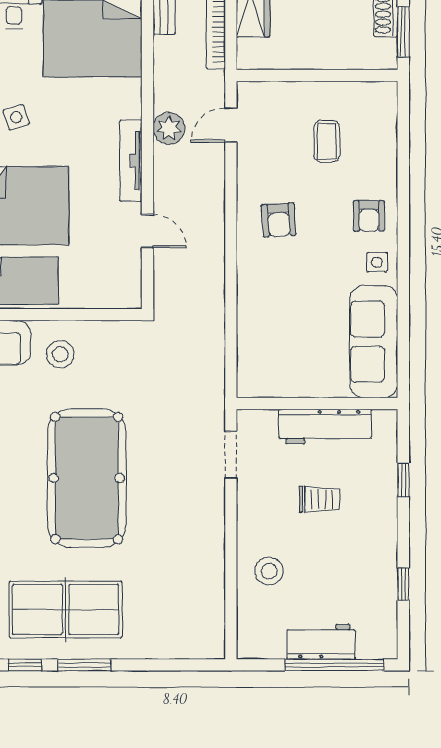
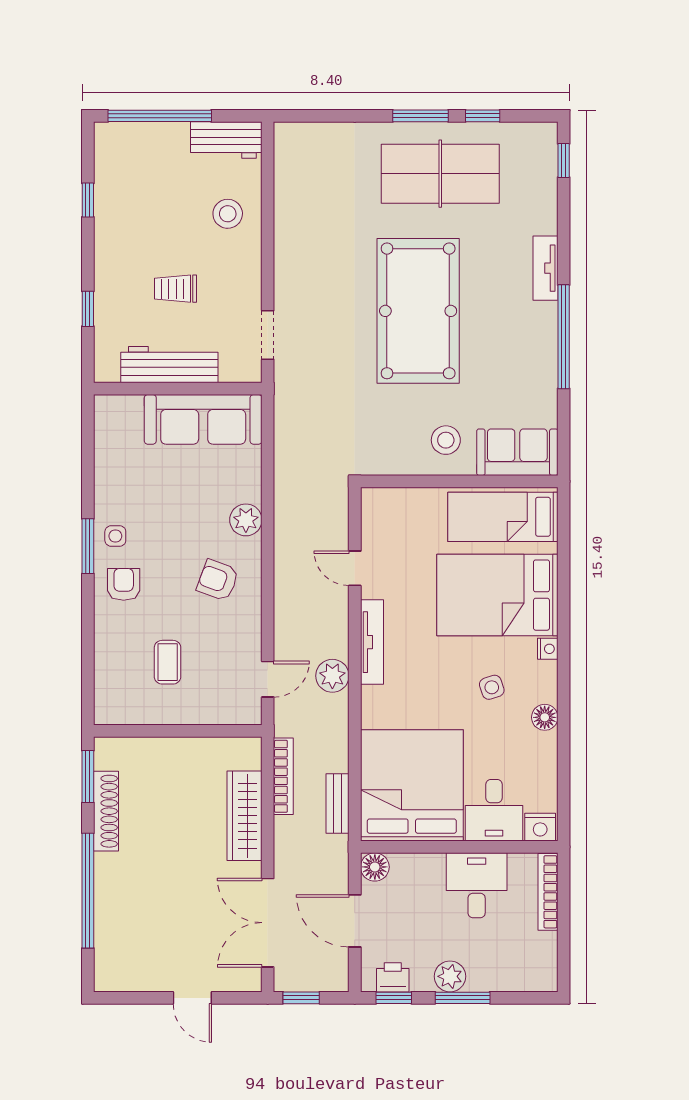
armchair: (279, 220) -> (218, 580), turned -66
window: (403, 253) -> (88, 546), added
plant: (252, 278) -> (246, 520), added
sofa: (374, 342) -> (203, 419), moved, turned 90
workbench: (321, 642) -> (226, 140), moved

